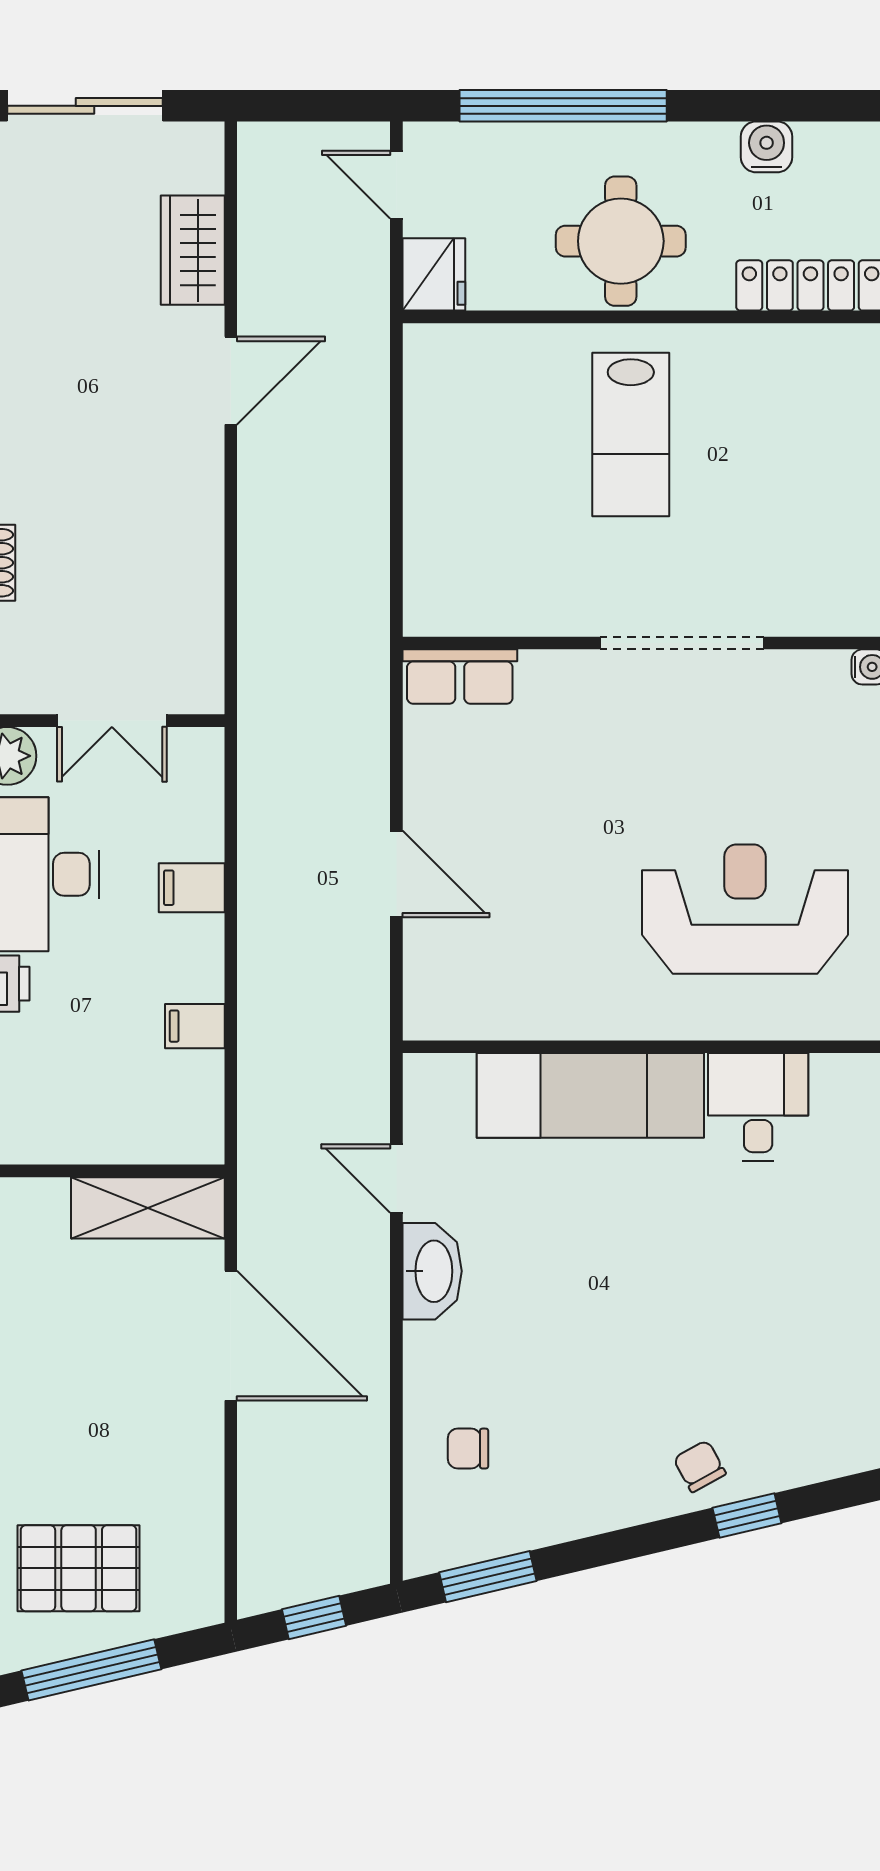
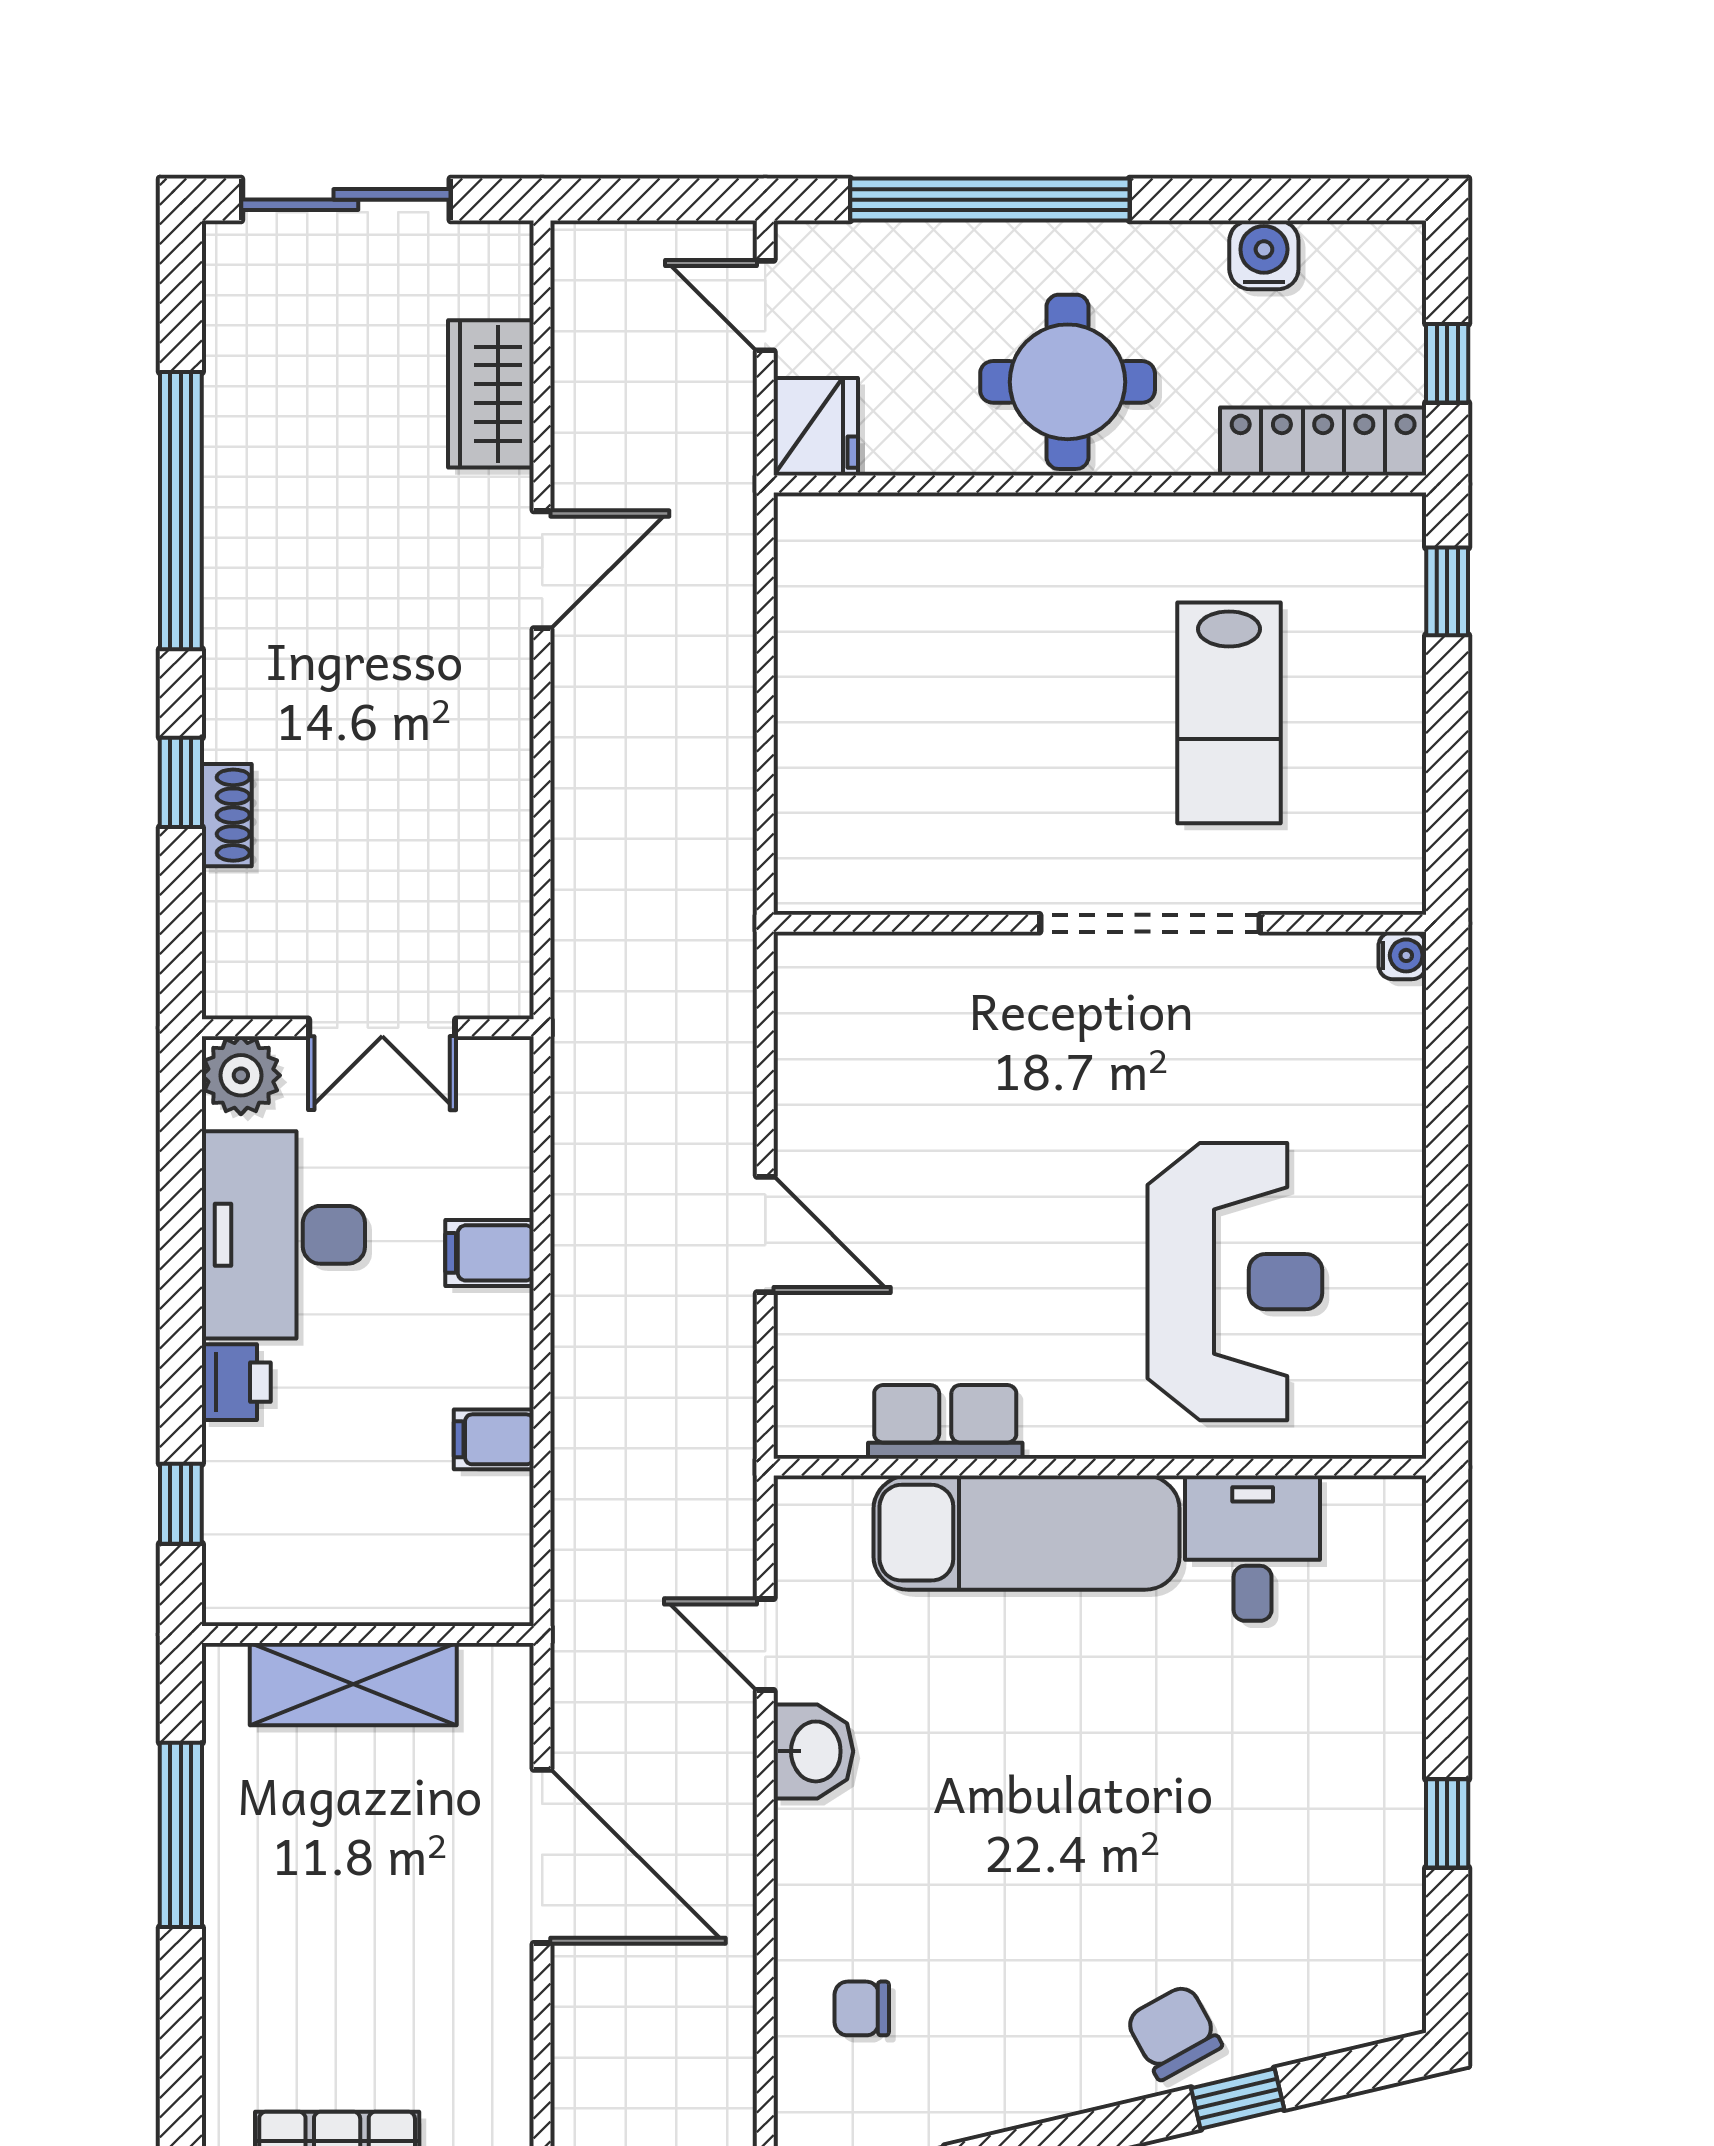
lab bench: (631, 434) -> (1229, 713), moved
row of seats: (460, 677) -> (945, 1422), moved, turned 180
reception desk: (745, 909) -> (1235, 1282), turned 90
shelving: (148, 1208) -> (353, 1684), moved
washbasin: (432, 1271) -> (813, 1751), width x0.72
chair: (700, 1466) -> (1174, 2032), width x1.37, depth x1.37

